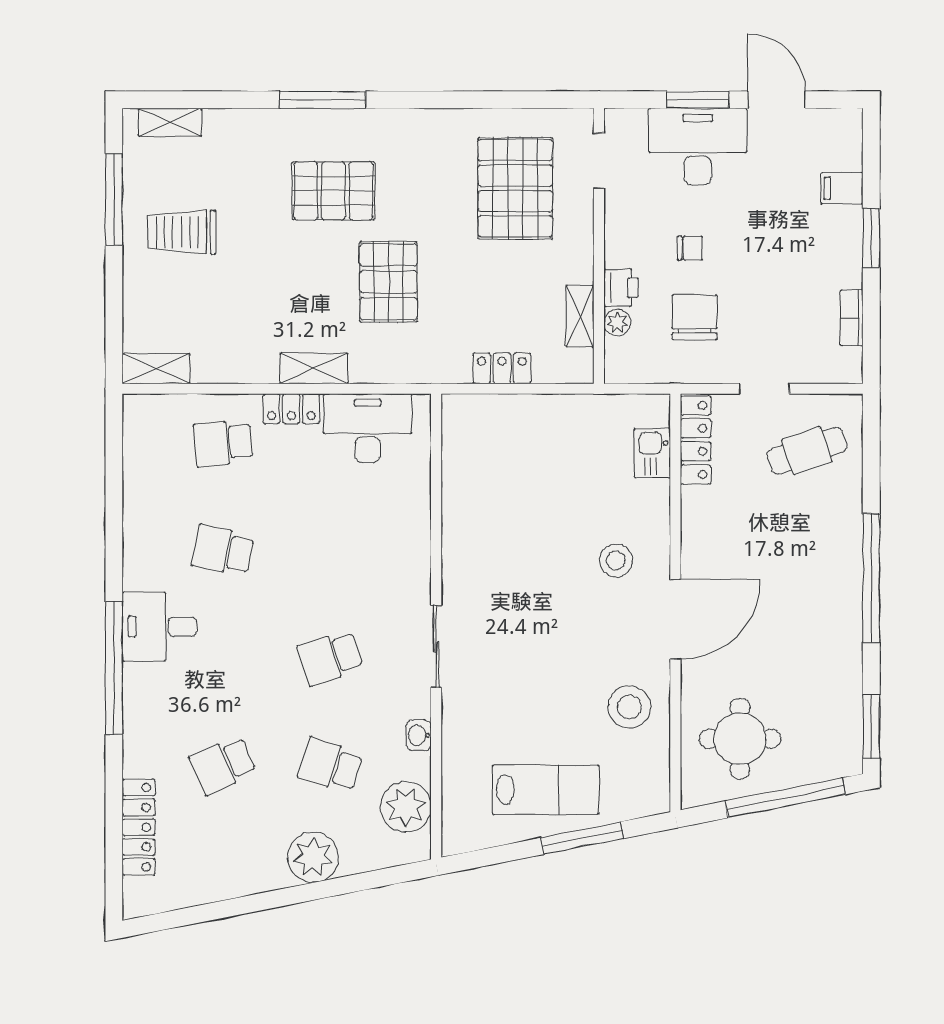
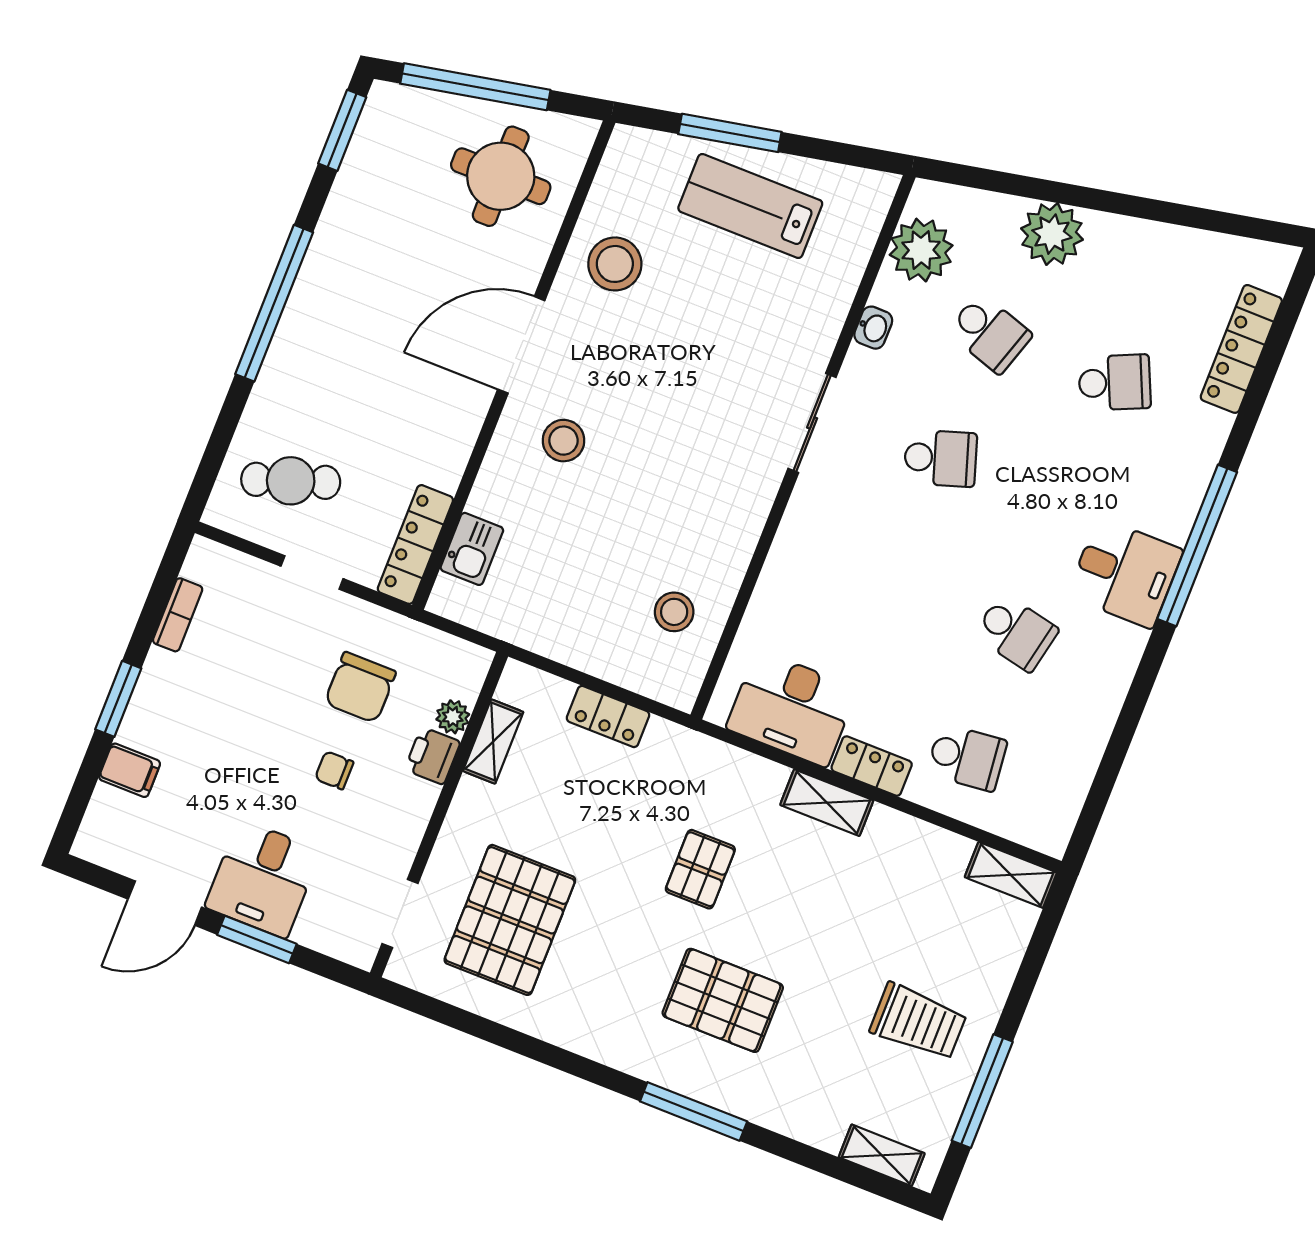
door: (777, 100) -> (165, 903), hinge flipped
desk: (698, 147) -> (263, 879), width x0.73
pallet: (388, 282) -> (700, 869), width x0.67, depth x0.71
stool: (483, 465) -> (674, 612), added

